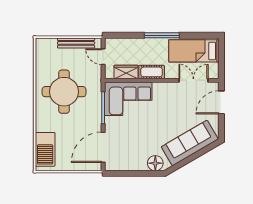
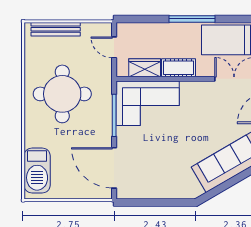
bench: (76, 43) -> (56, 29), moved
door: (103, 147) -> (114, 168), hinge flipped
floor lamp: (155, 163) -> (183, 189), removed

